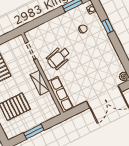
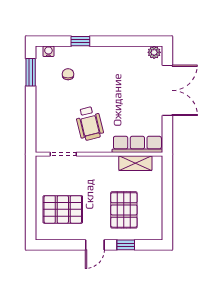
shelving: (40, 83) -> (135, 163), moved
window: (34, 131) -> (167, 202), removed

